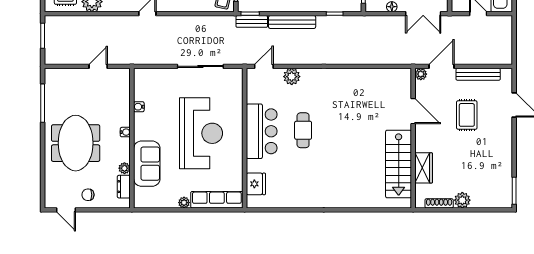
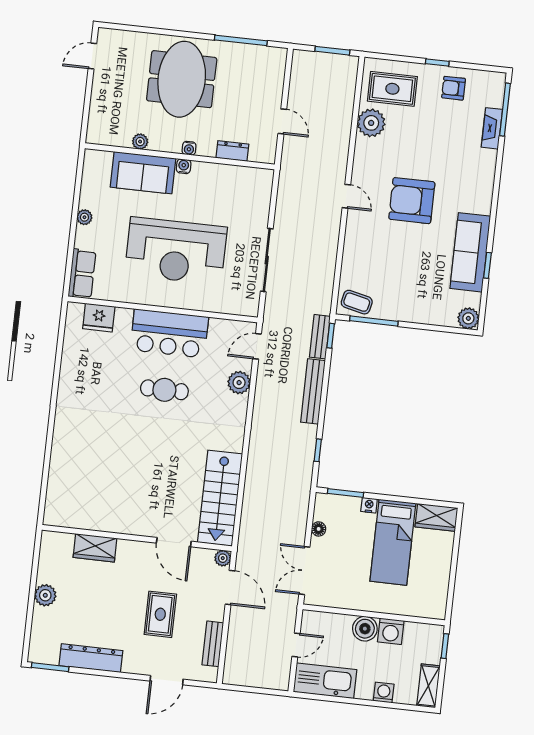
door: (264, 66) -> (257, 346), swing flipped
bench: (478, 74) -> (213, 644), width x0.73
water cooler: (139, 107) -> (184, 166), moved
door: (413, 111) -> (174, 542), hinge flipped
rug: (467, 115) -> (160, 614), turned 90
meeting table: (76, 143) -> (182, 79), turned 90
dresser: (504, 162) -> (91, 658), added
stairs: (399, 164) -> (220, 498), moved, turned -90
dresser: (124, 187) -> (232, 151), moved
chair: (88, 195) -> (110, 88), removed
row of seats: (217, 200) -> (82, 274), width x0.68
shoe rack: (439, 203) -> (44, 563), removed

